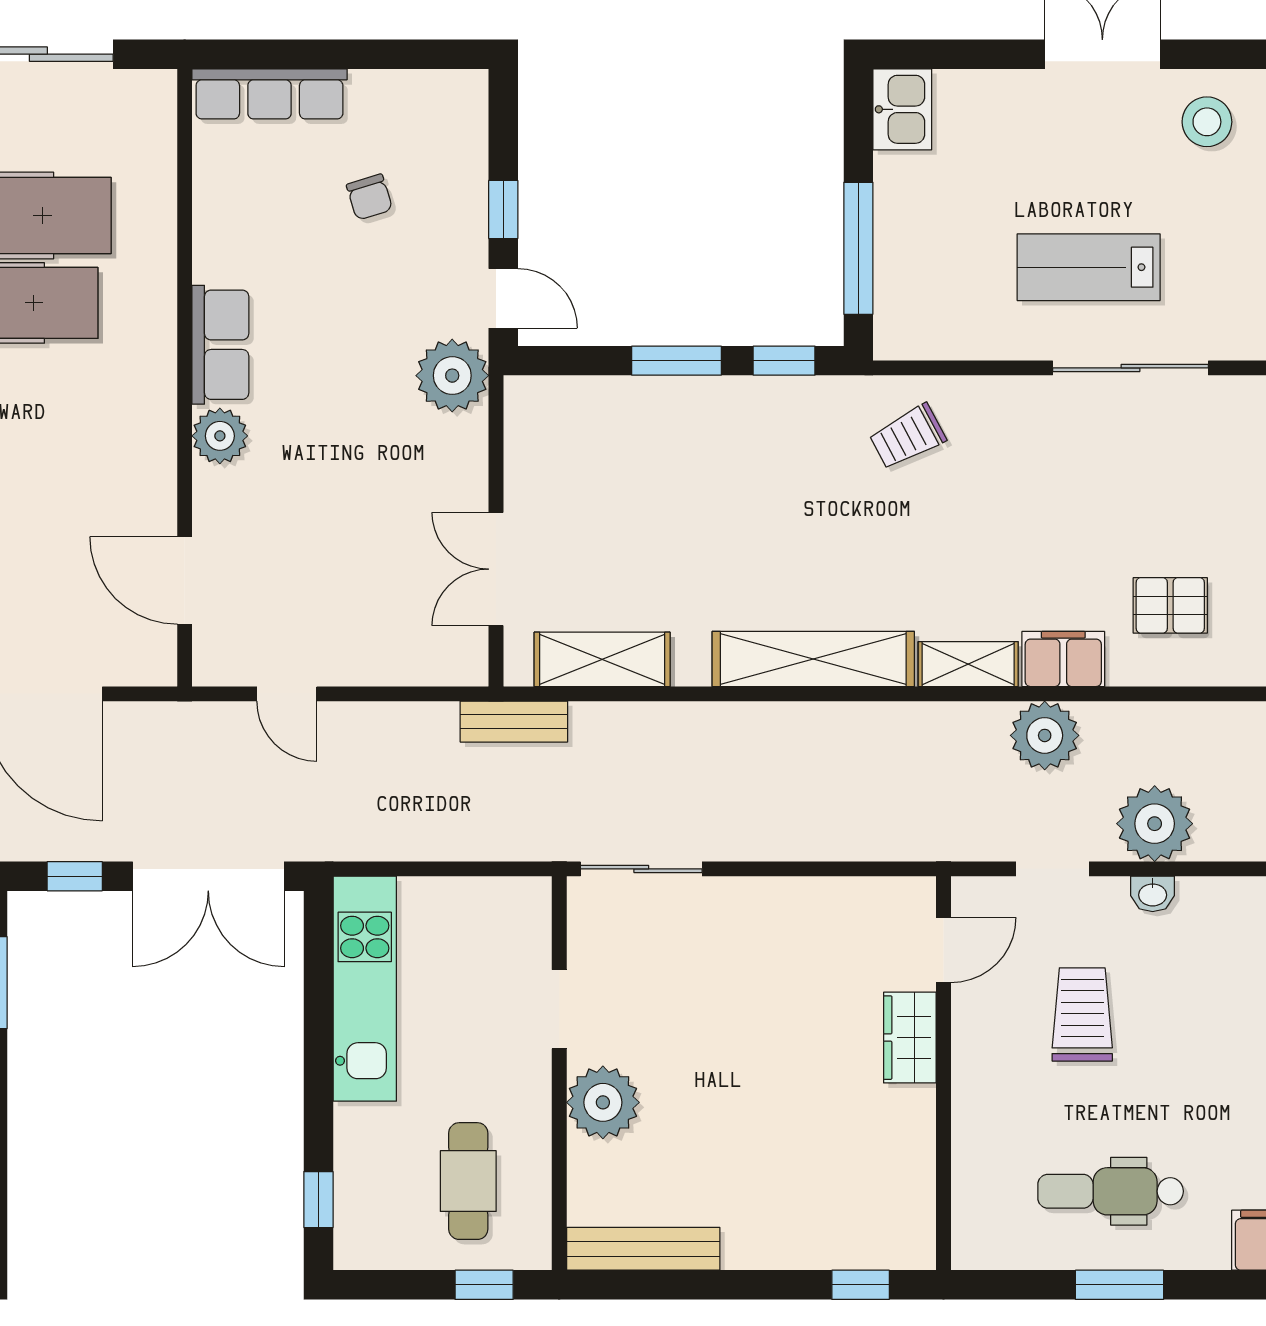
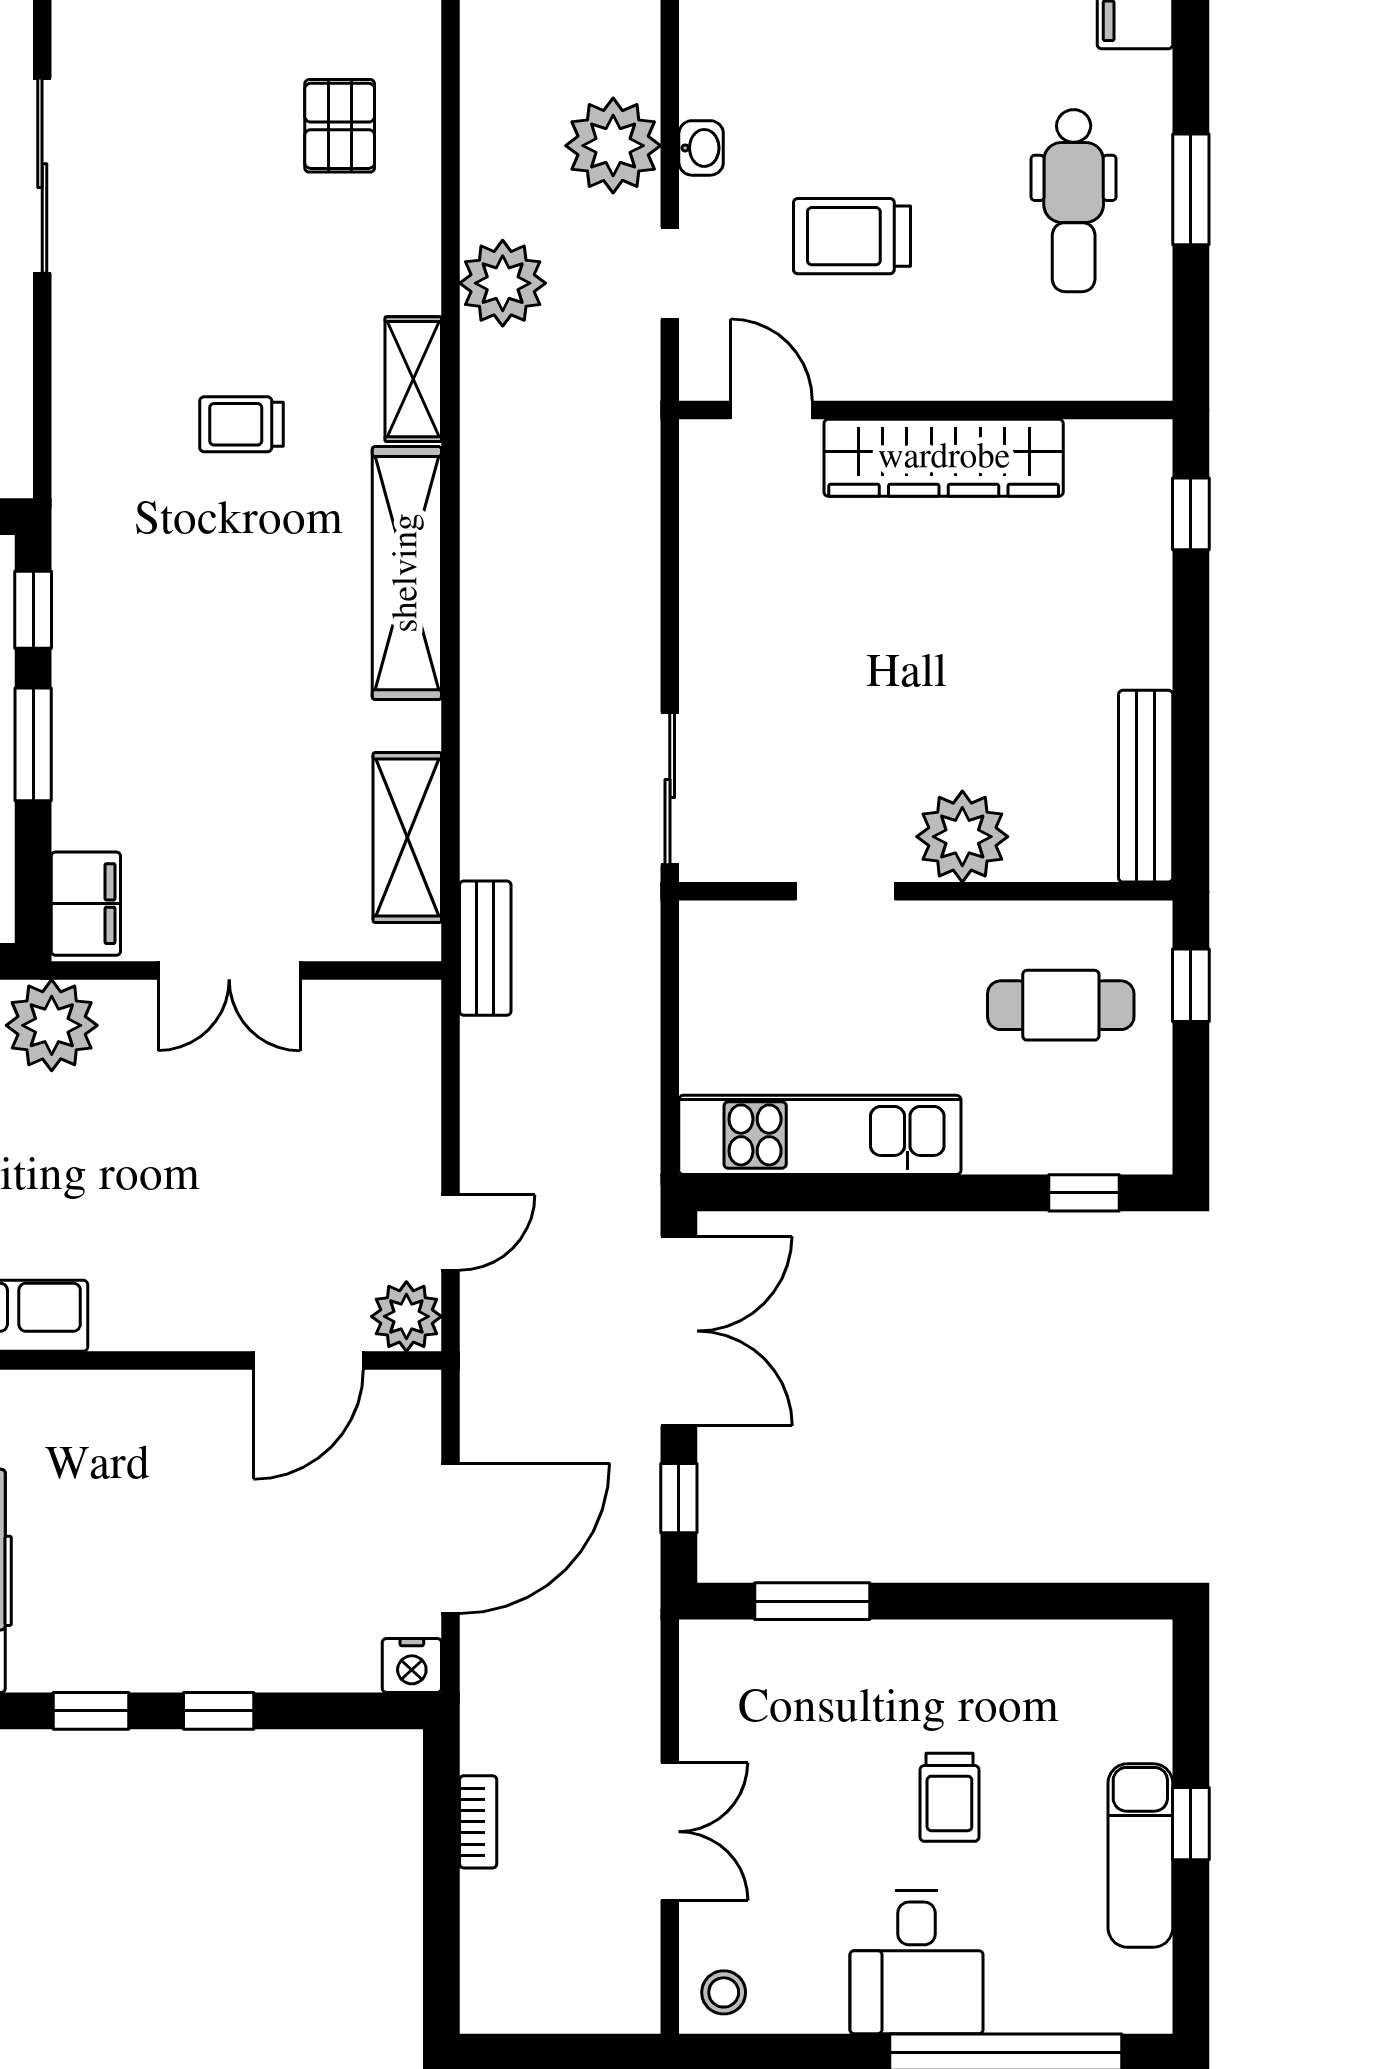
plant: (220, 436) -> (406, 1316), moved
trolley: (908, 437) -> (242, 424), moved, turned 118
double door: (496, 569) -> (229, 971), moved
filing cabinet: (1063, 659) -> (86, 904), moved, turned 180
wardrobe: (910, 1038) -> (944, 458), width x2.10, depth x1.17

